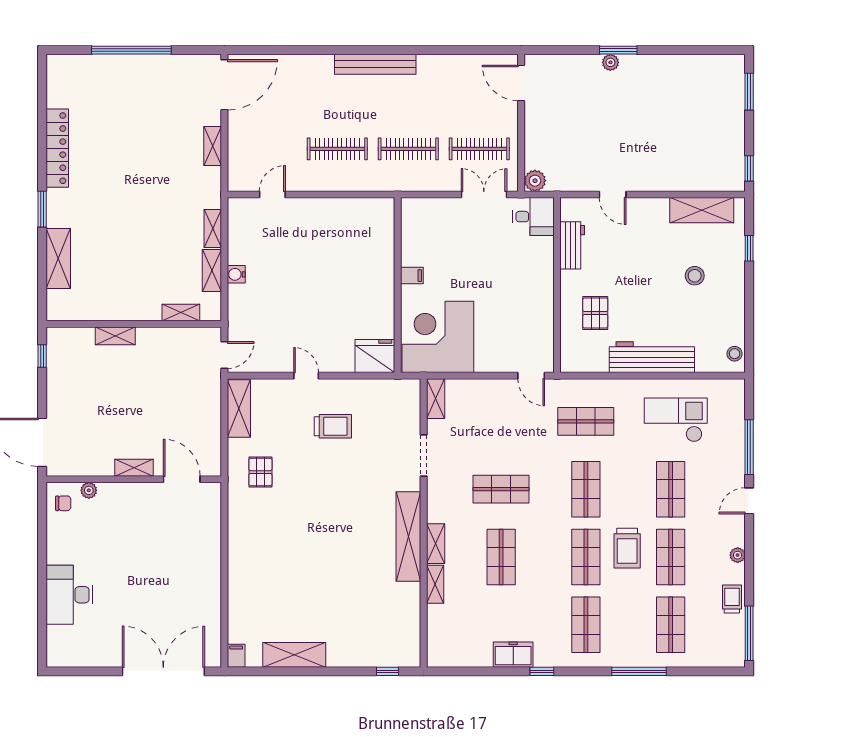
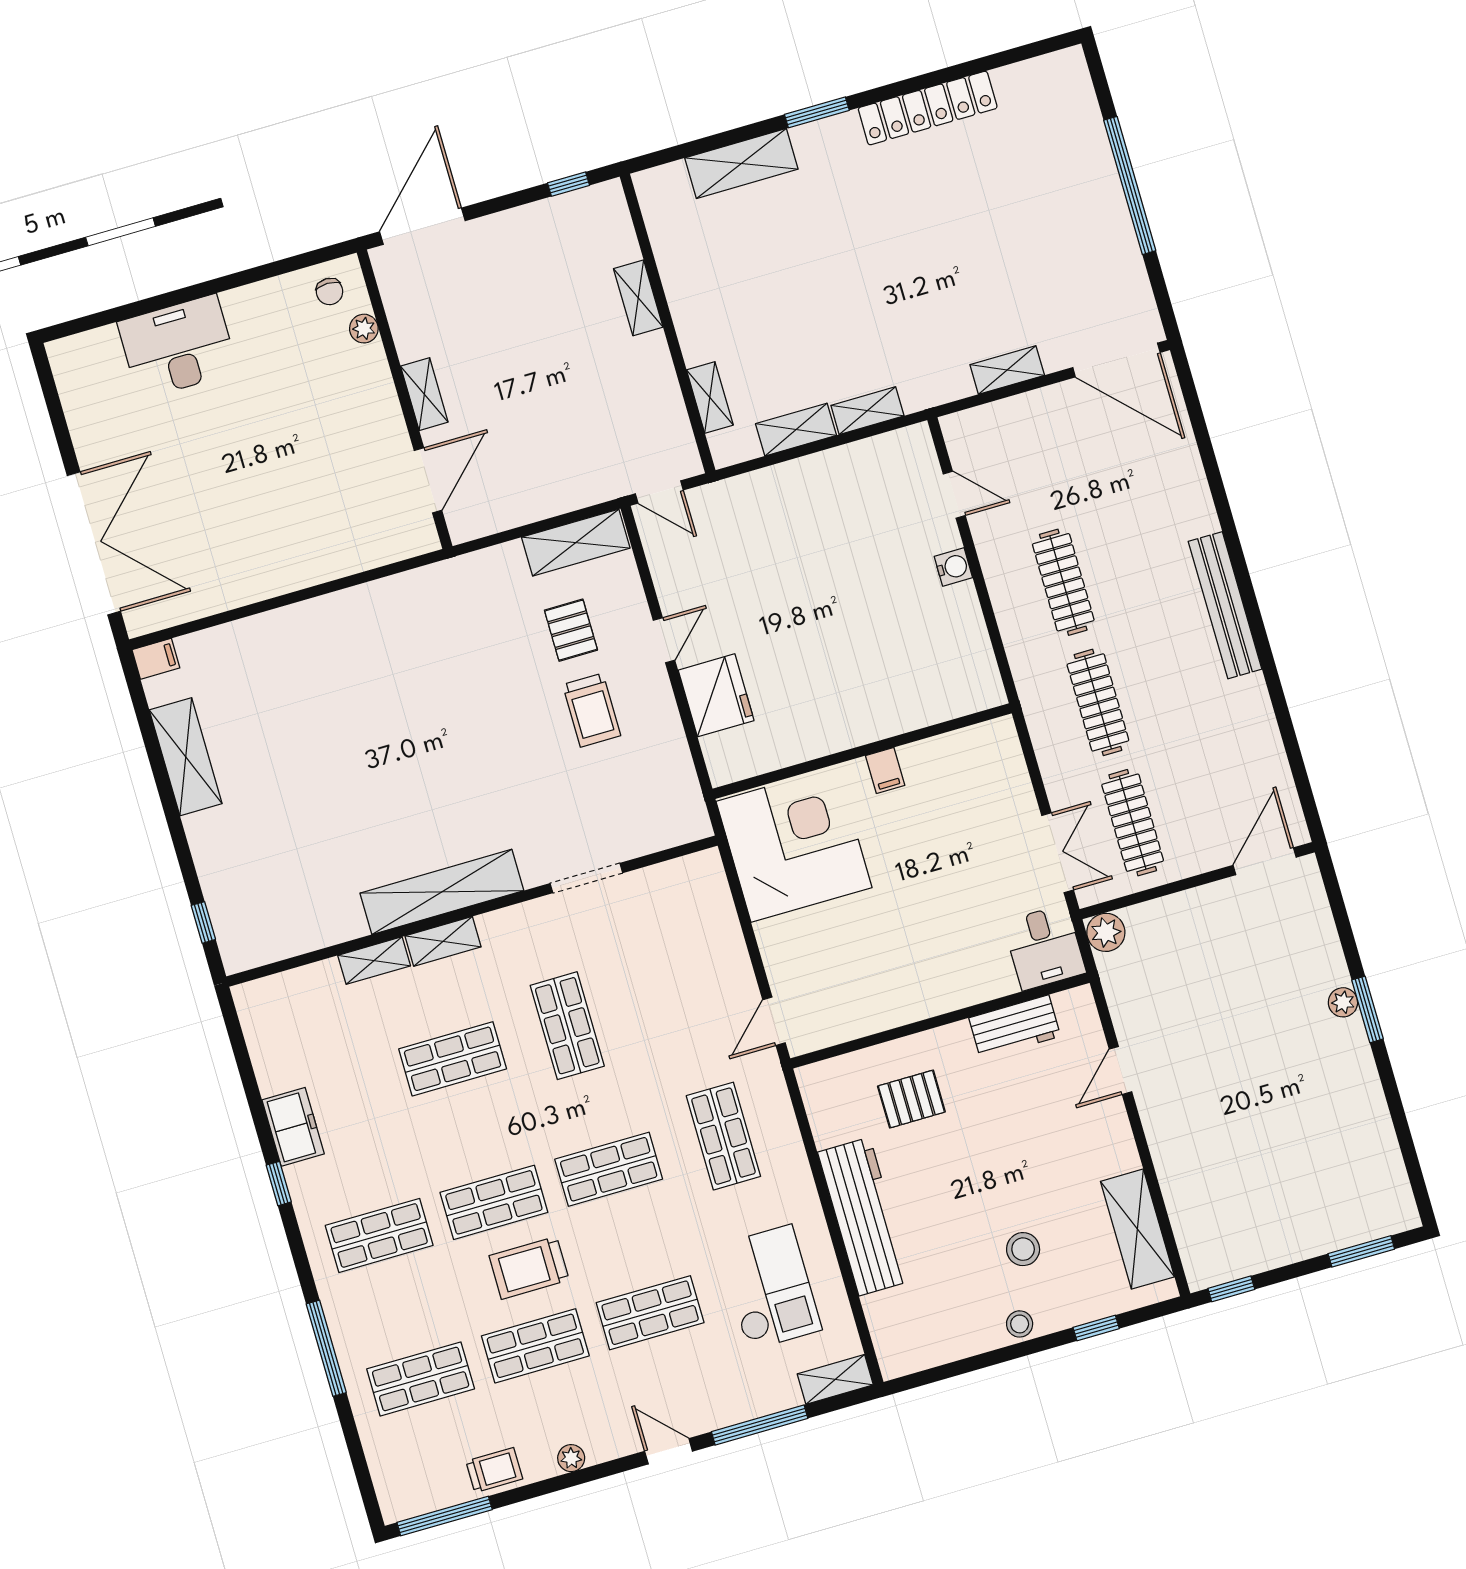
water cooler: (236, 274) -> (953, 567), moved, turned 90
stool: (735, 354) -> (1020, 1324), moved
fridge: (375, 356) -> (716, 695), moved
shelving: (436, 399) -> (835, 1379), moved
pallet: (260, 472) -> (571, 630), moved, turned 90

